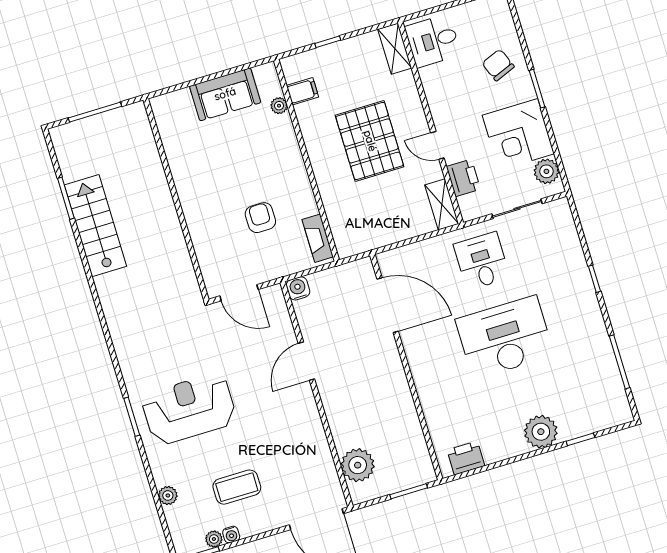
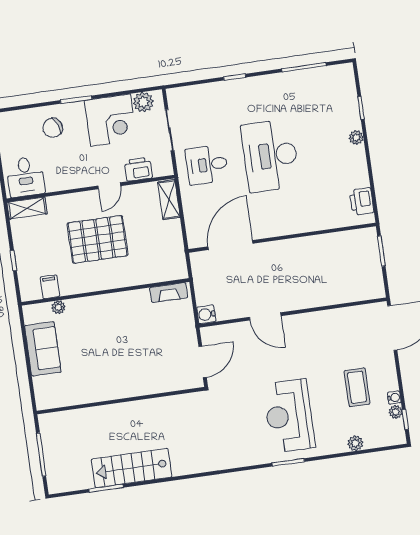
shelving: (442, 204) -> (169, 200), moved, turned 90
armchair: (260, 218) -> (145, 336), removed
plant: (541, 432) -> (356, 138), width x0.53, depth x0.53
plant: (358, 465) -> (354, 288), removed

